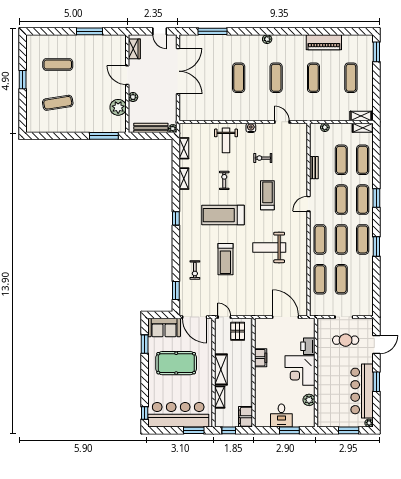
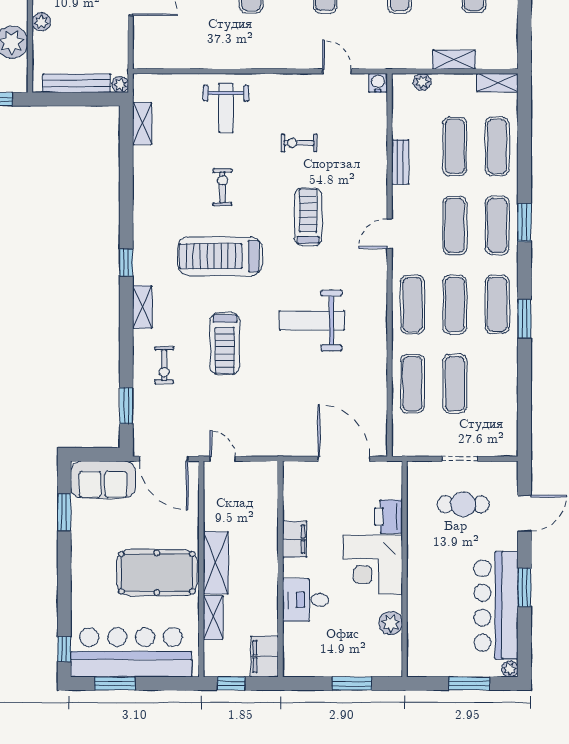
shelving: (361, 116) -> (454, 60), moved
water cooler: (251, 128) -> (378, 83), moved
shelving: (184, 179) -> (142, 307), moved
pallet: (238, 331) -> (249, 487), removed
pool table: (176, 363) -> (157, 573), moved
desk: (281, 416) -> (305, 600), moved, turned 90
window: (194, 430) -> (115, 683), moved

